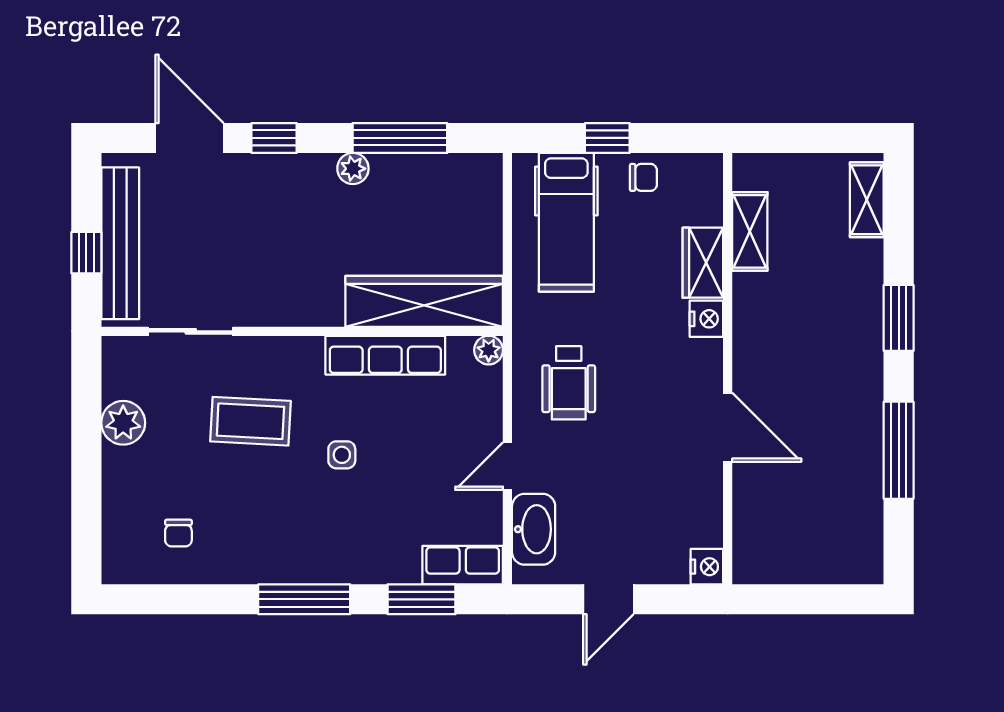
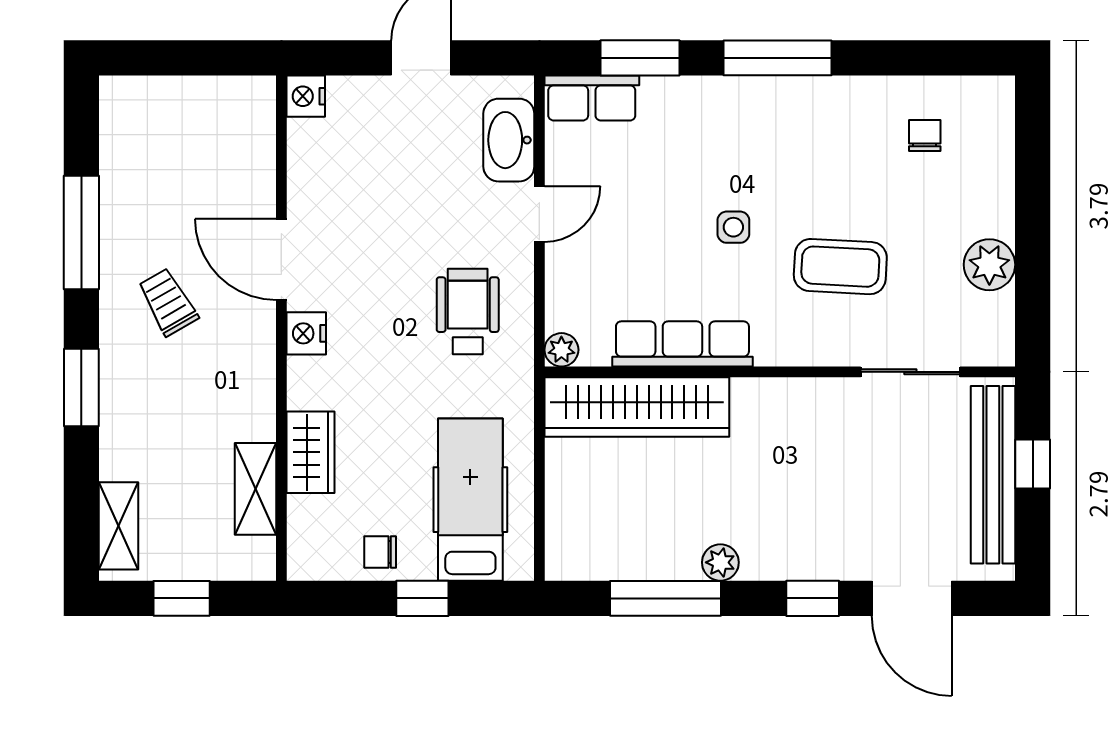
window: (813, 138) -> (182, 598), added
nightstand: (706, 319) -> (306, 333), moved
trolley: (825, 391) -> (168, 302), added

